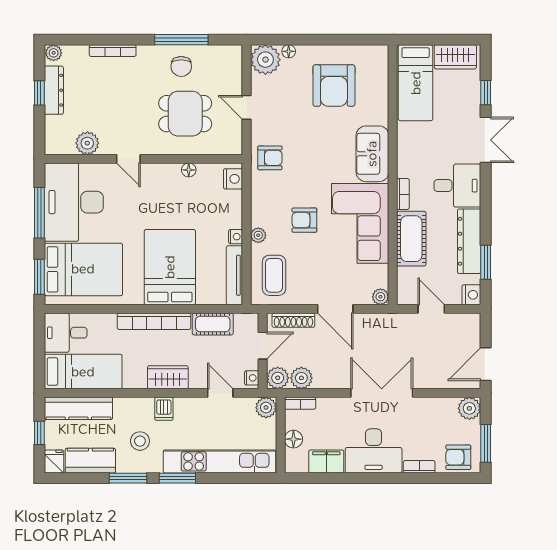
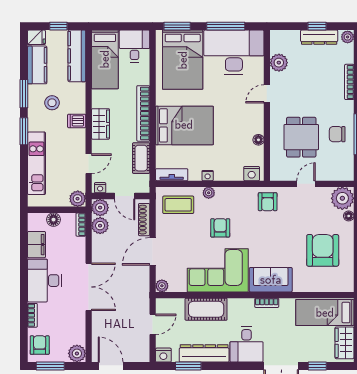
armchair: (334, 86) -> (323, 250), turned 90
bookcase: (403, 194) -> (267, 303), moved
tv unit: (234, 275) -> (172, 175), width x0.71
kitchen unit: (219, 461) -> (36, 163), width x0.73

